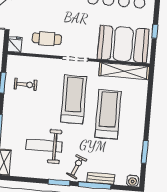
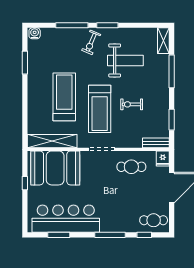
exercise bike: (26, 85) -> (132, 104), moved
treadmill: (108, 114) -> (64, 97), turned 180
bench: (101, 178) -> (156, 143), moved

